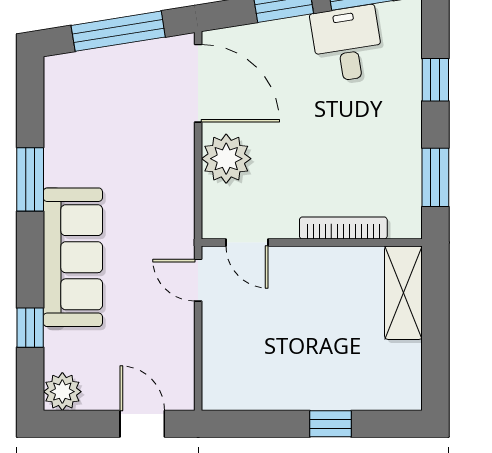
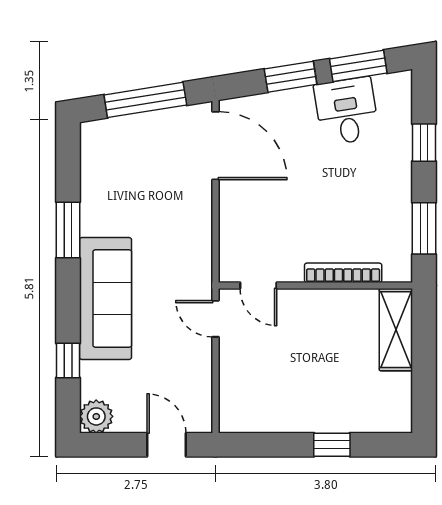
plant: (226, 159) -> (240, 212), removed

